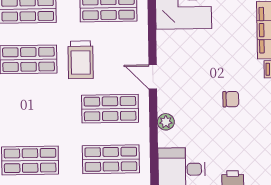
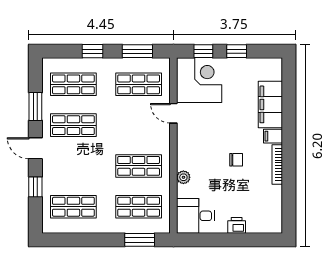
trolley: (81, 60) -> (116, 126), removed
door: (153, 77) -> (173, 113), moved

